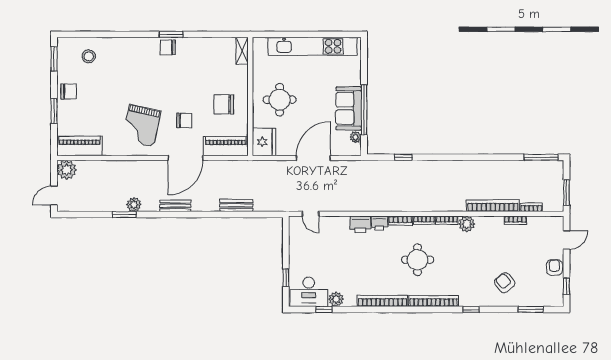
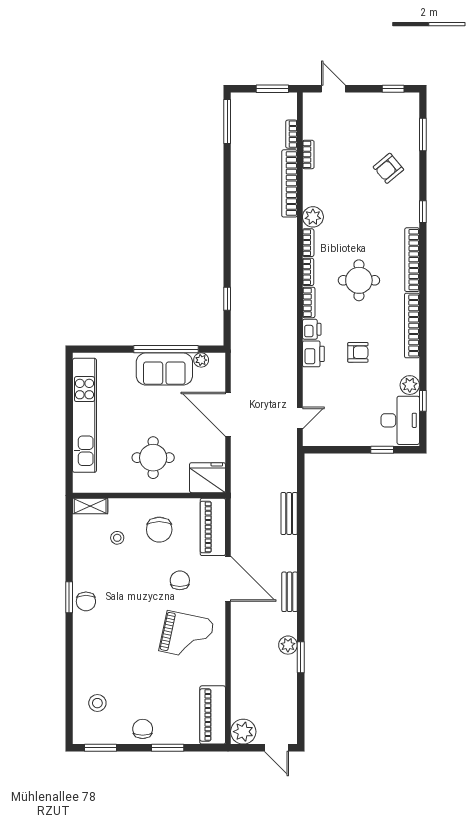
stool: (217, 72) -> (117, 538), added
armchair: (554, 268) -> (358, 352), moved, turned 180

